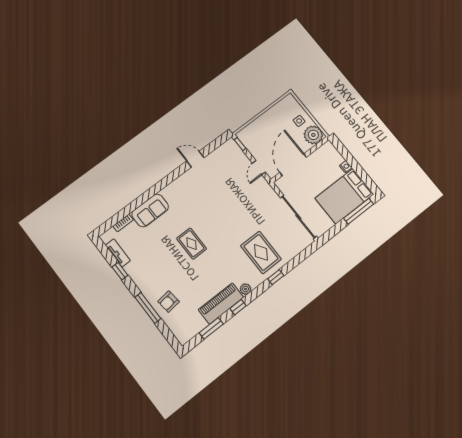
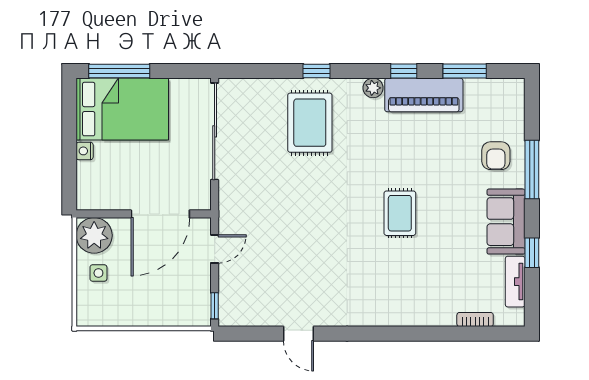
sofa: (150, 211) -> (506, 222), moved, turned -90
armchair: (169, 302) -> (496, 156), turned 97

